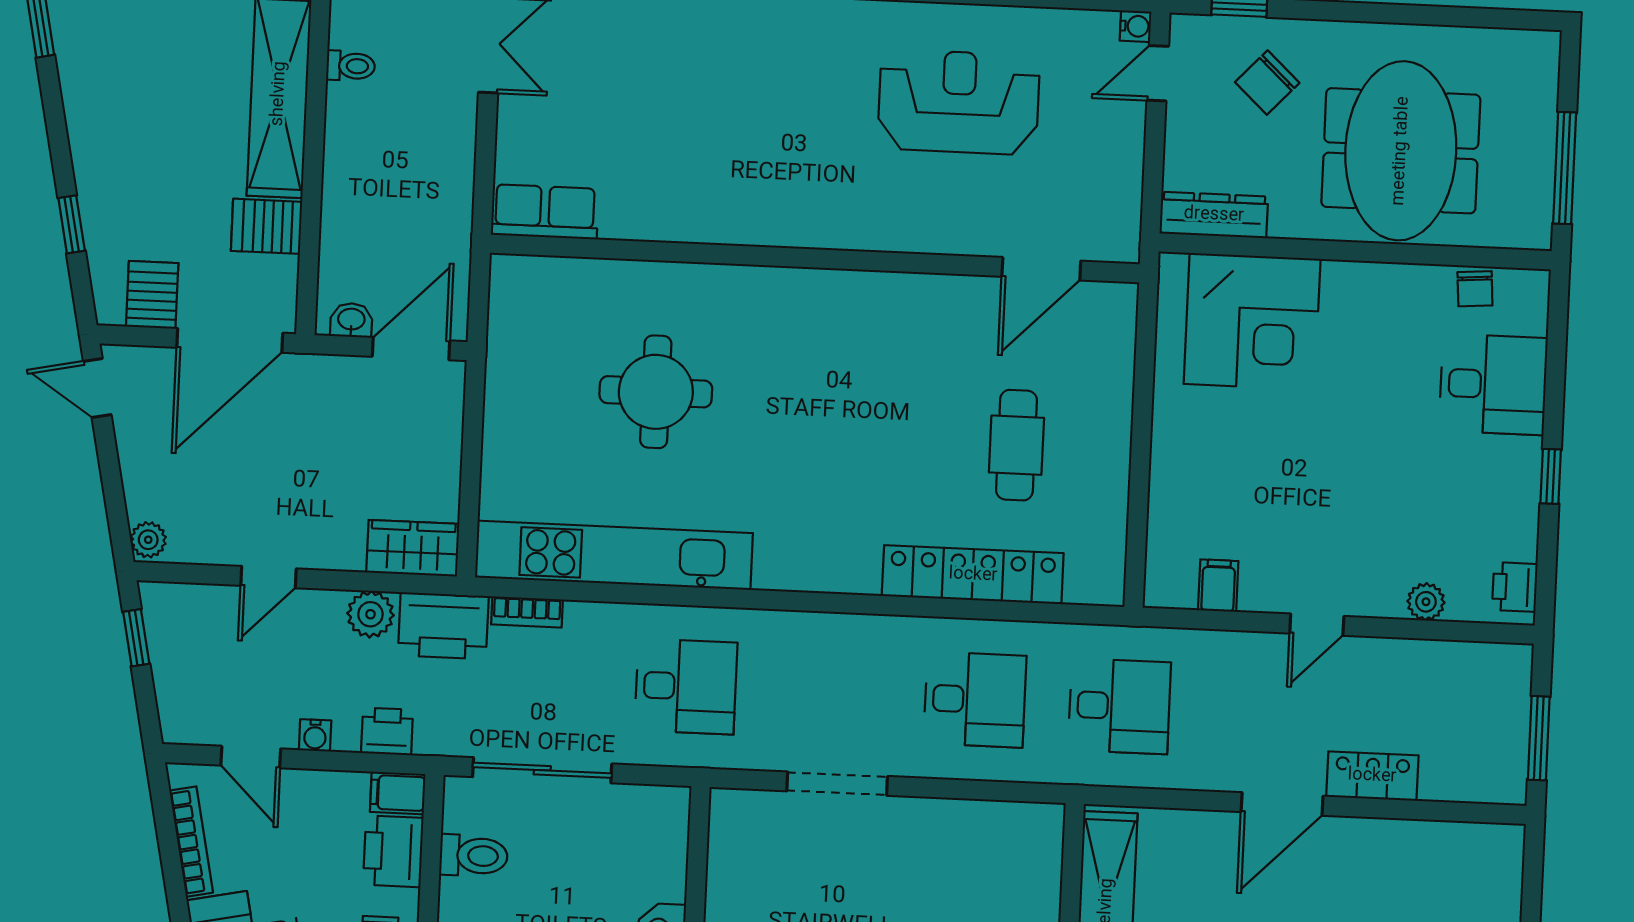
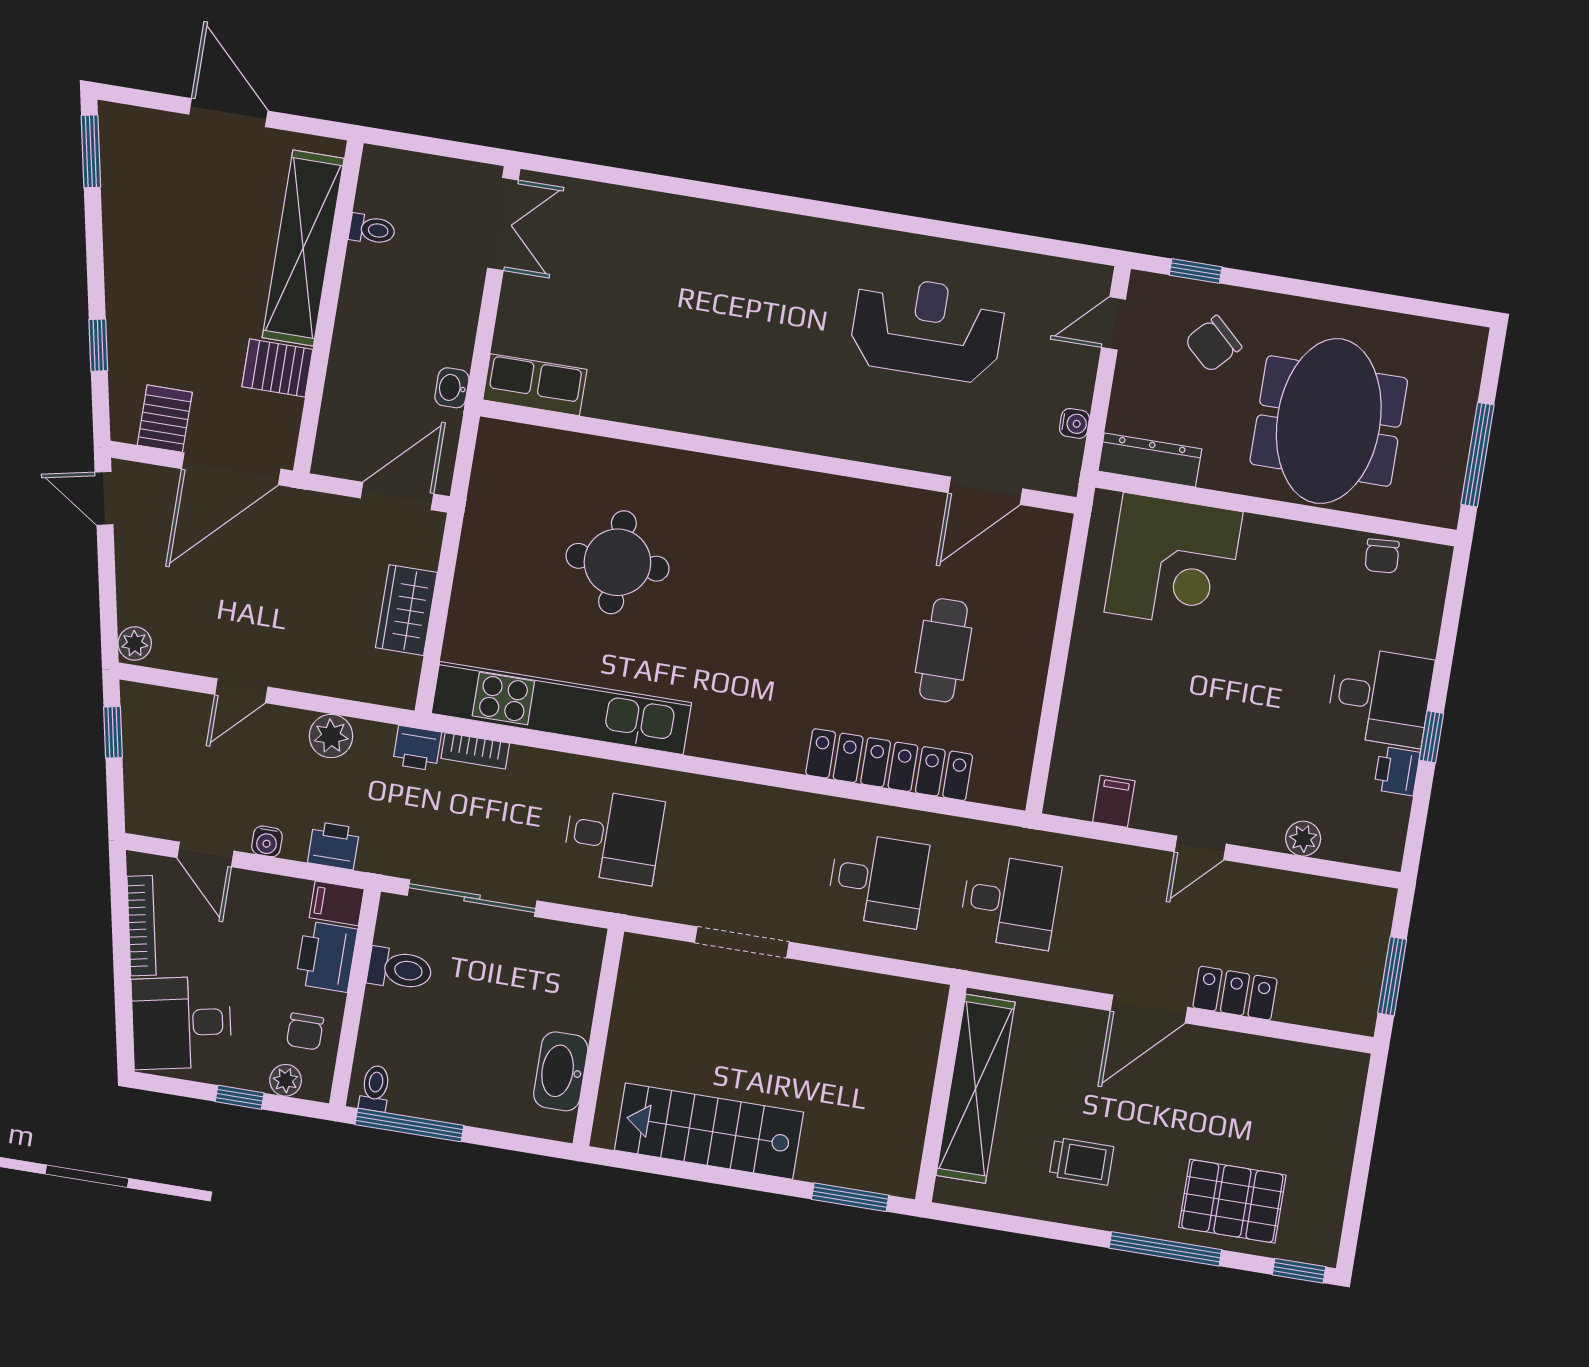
water cooler: (1136, 26) -> (1074, 423), moved
washbasin: (351, 320) -> (452, 388), moved, turned -90
desk: (1493, 384) -> (1380, 697), moved
wardrobe: (413, 548) -> (406, 610), moved, turned -90
printer: (1515, 587) -> (1397, 771), moved
printer: (443, 626) -> (417, 748), width x0.53, depth x0.68

